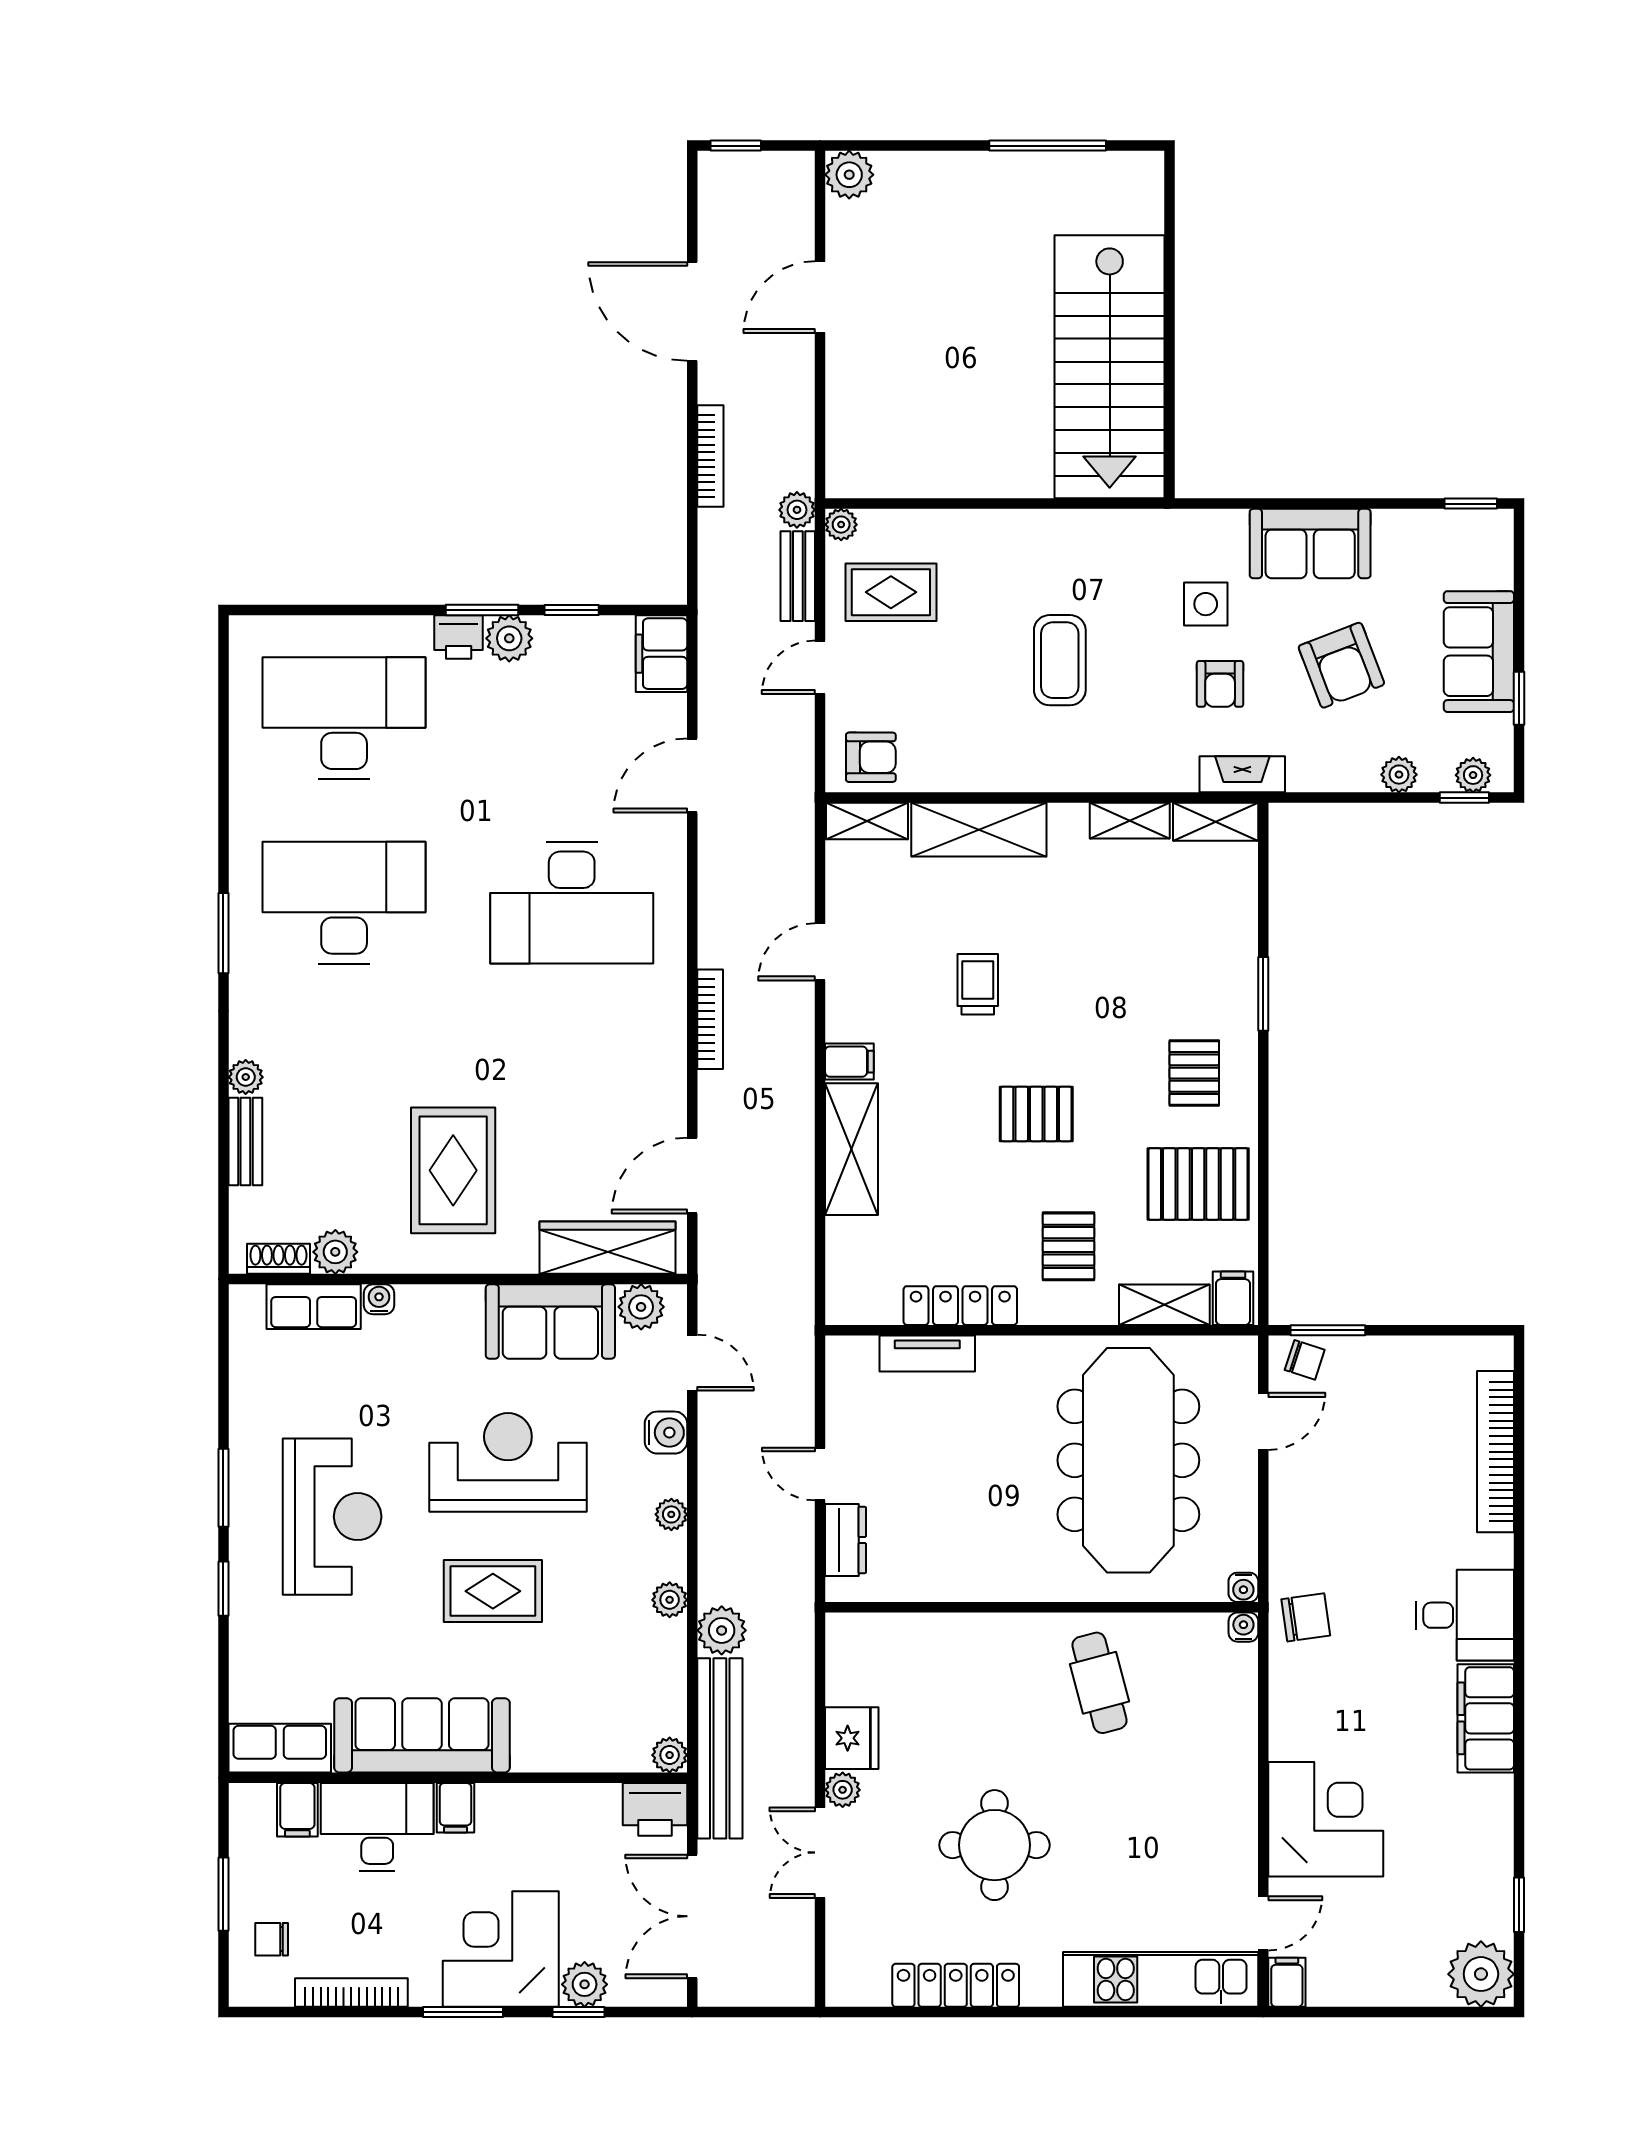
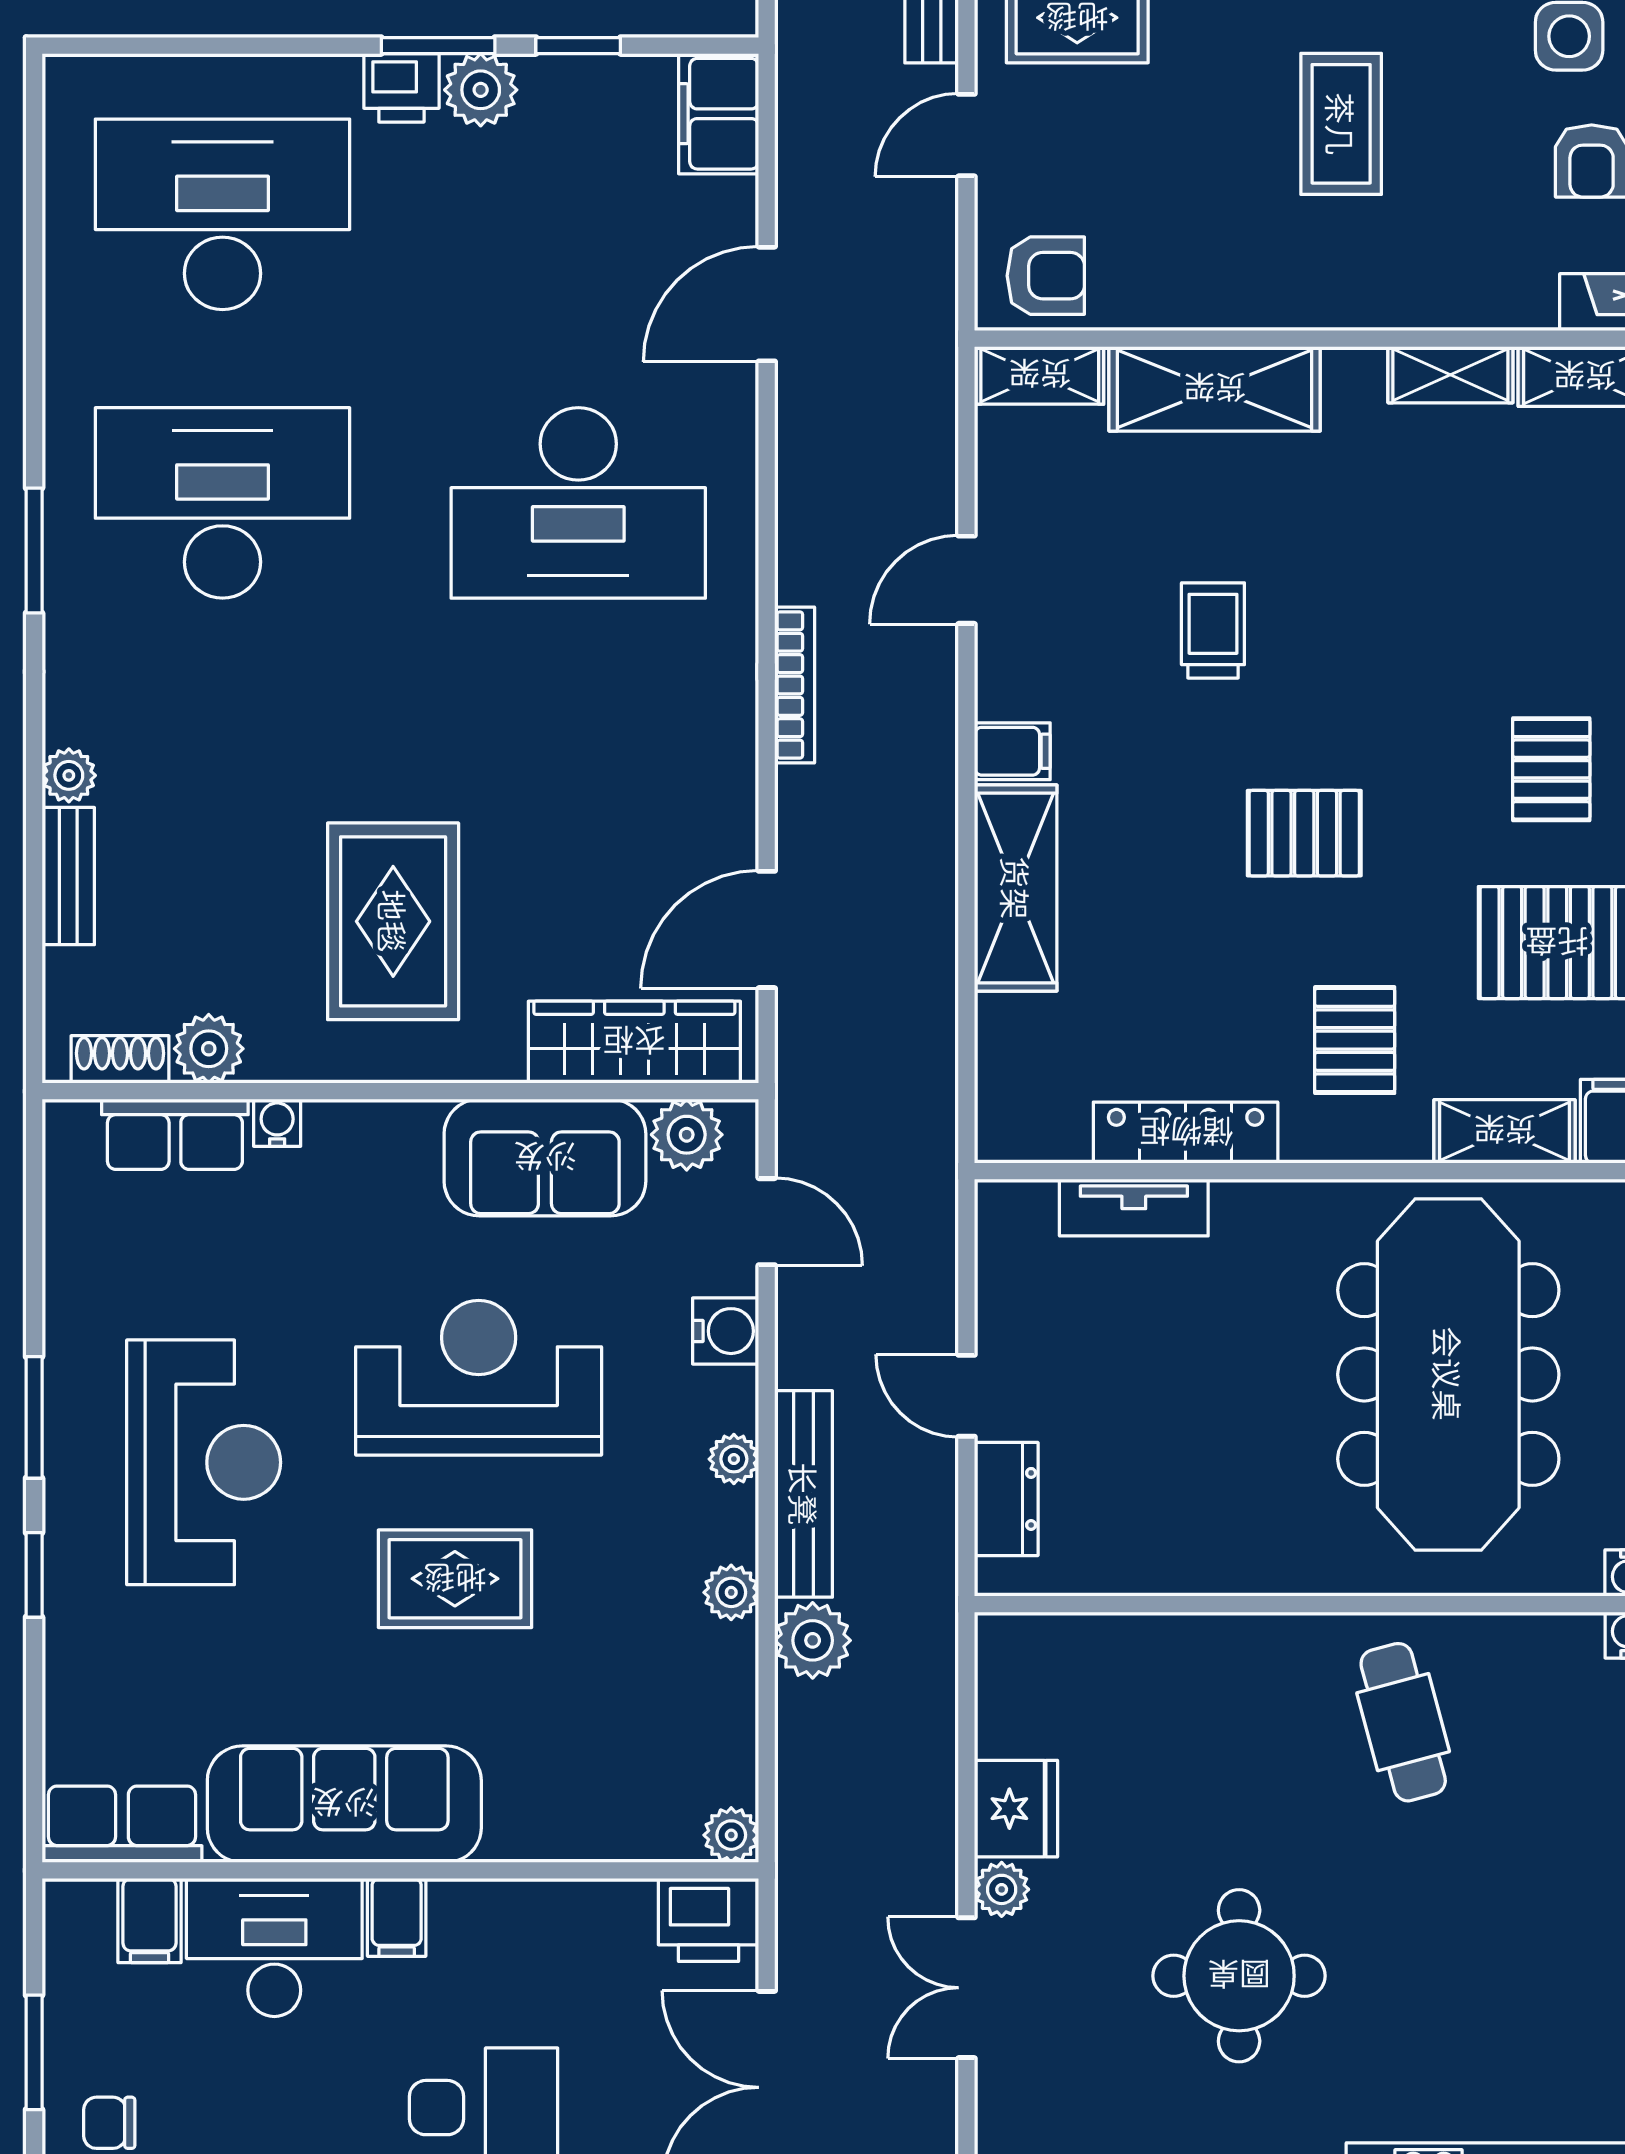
bench: (720, 1748) -> (804, 1494), moved, width x0.73, depth x0.82

